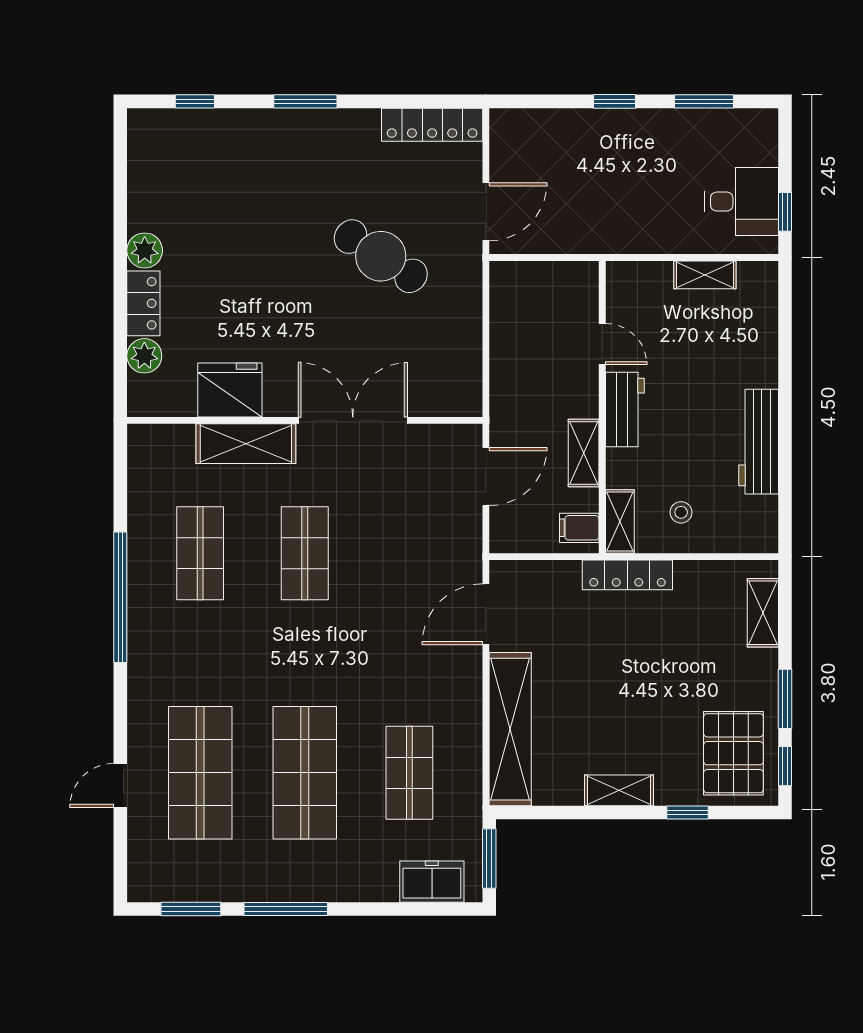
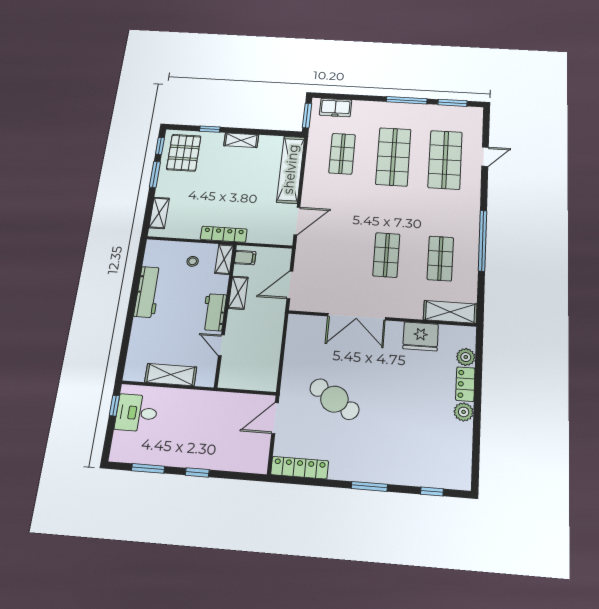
shelving: (705, 275) -> (171, 375), width x1.50, depth x1.33
shelving: (246, 444) -> (450, 312), moved

